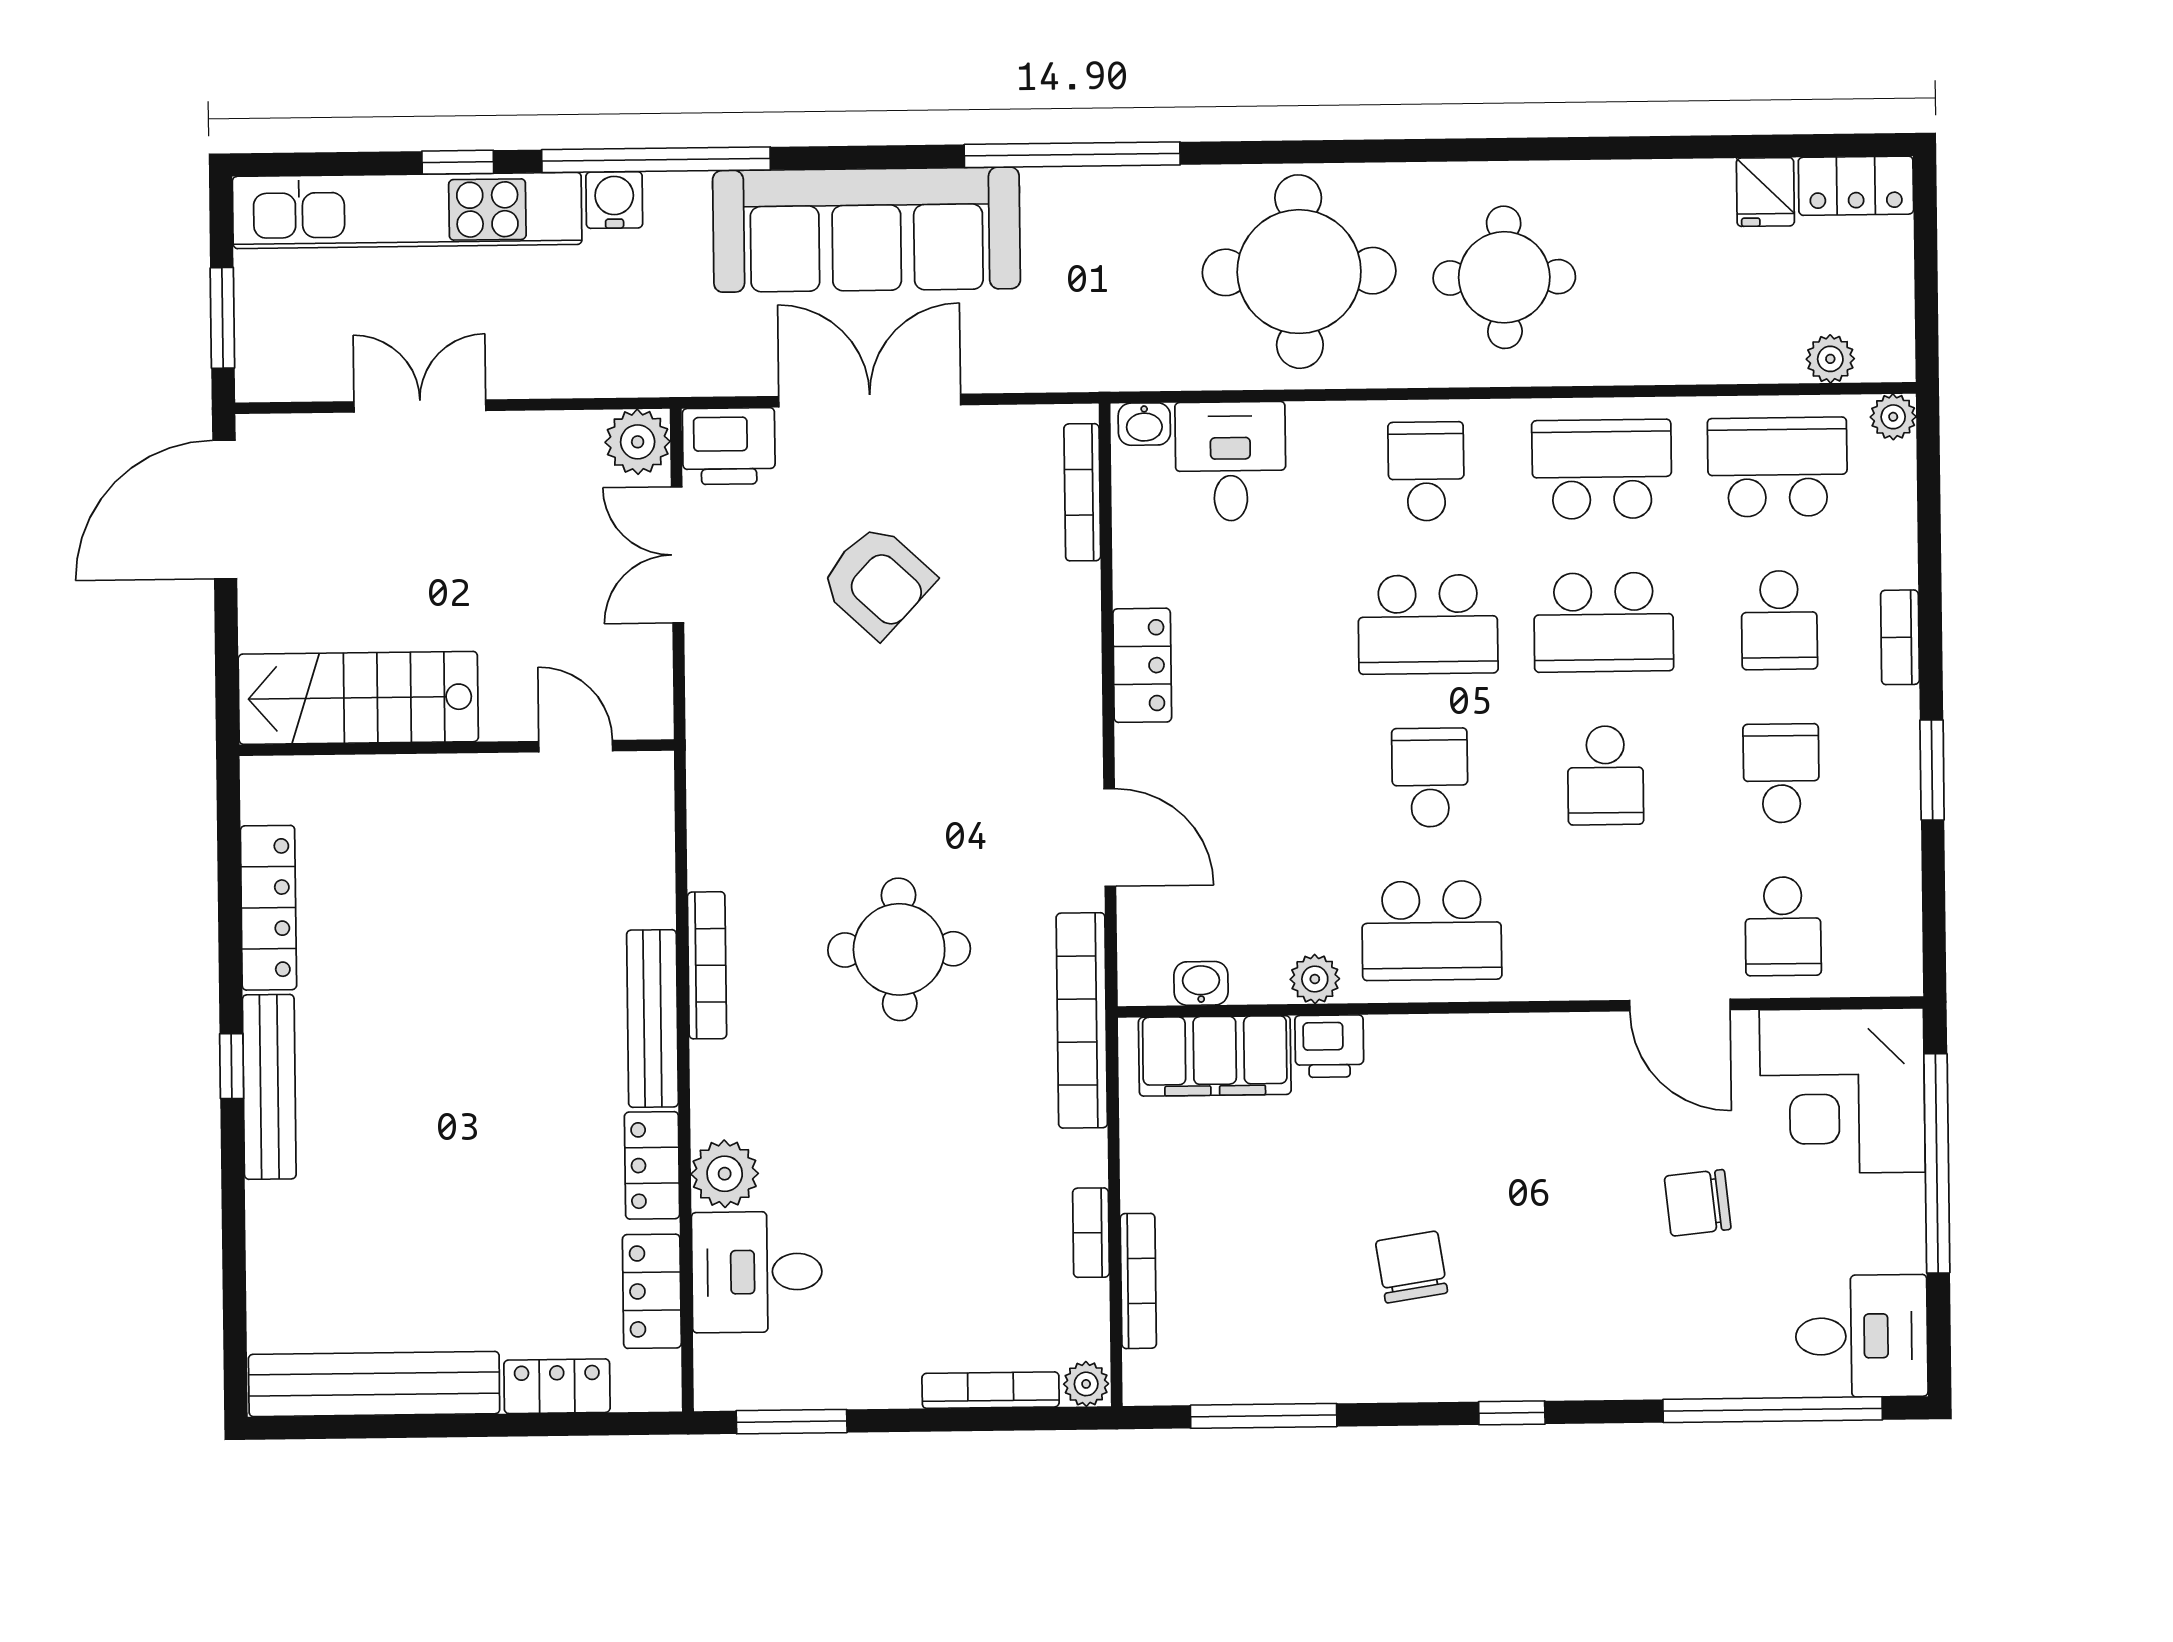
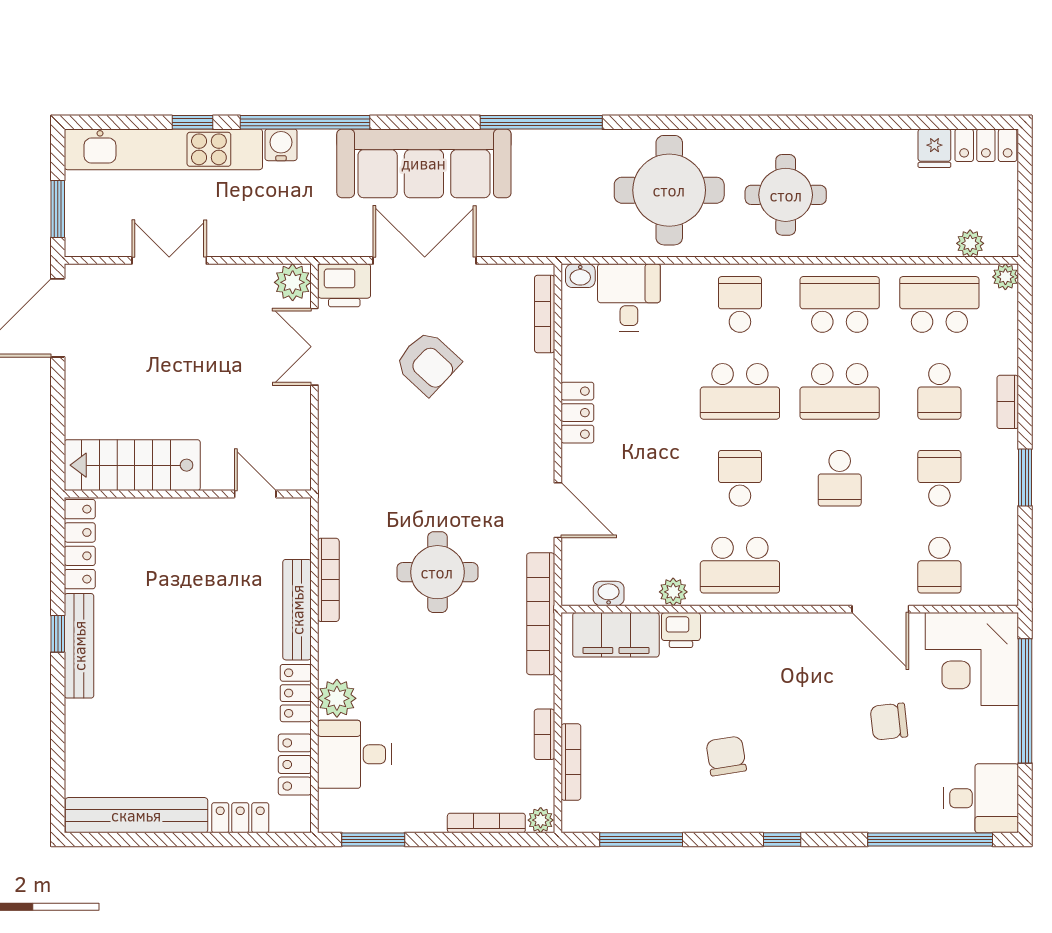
stairs: (358, 698) -> (132, 465), moved
door: (576, 746) -> (255, 494), moved
wall: (457, 748) -> (188, 494), moved

